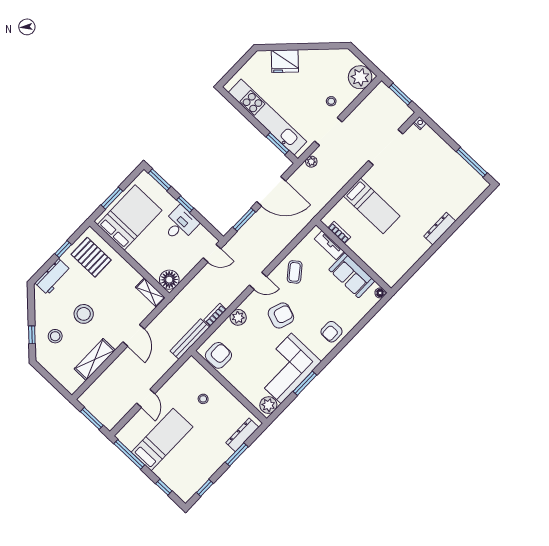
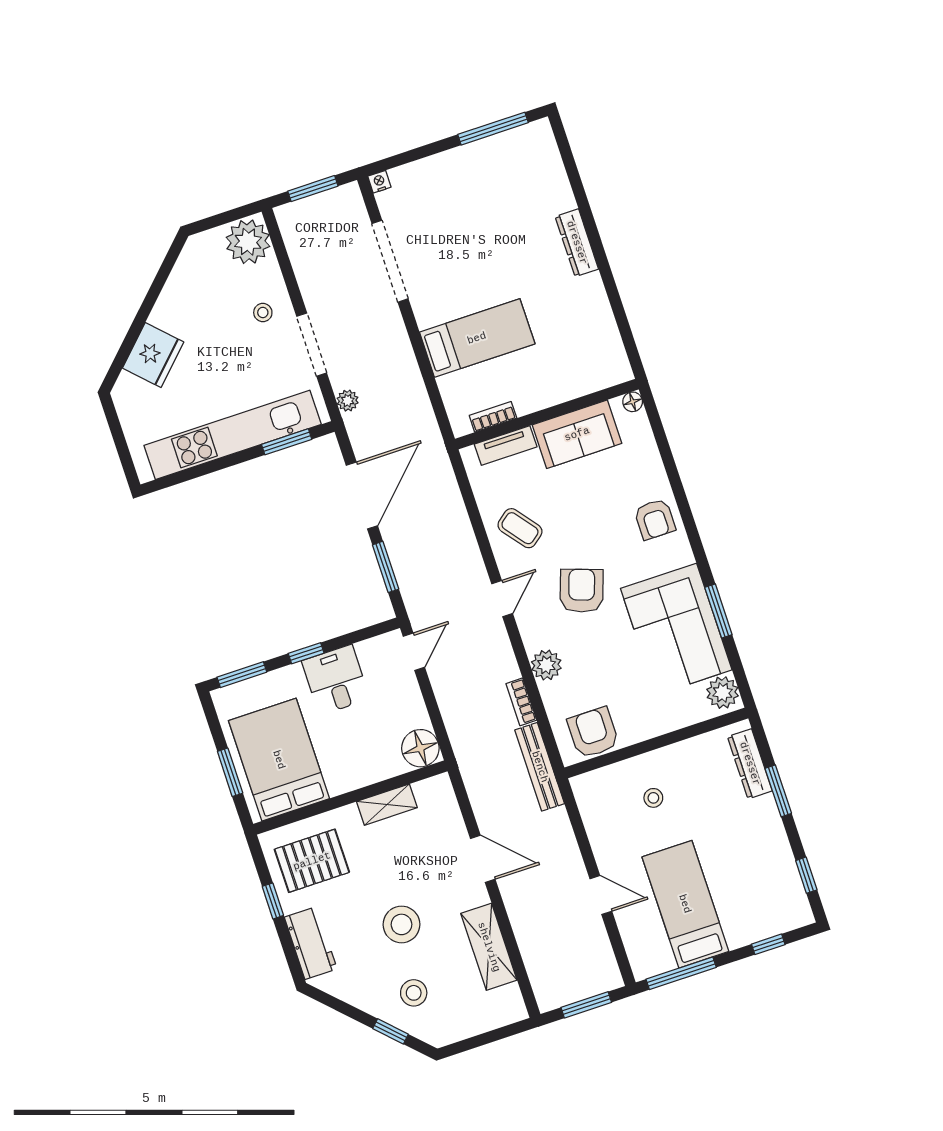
shelving: (150, 293) -> (387, 805), moved

